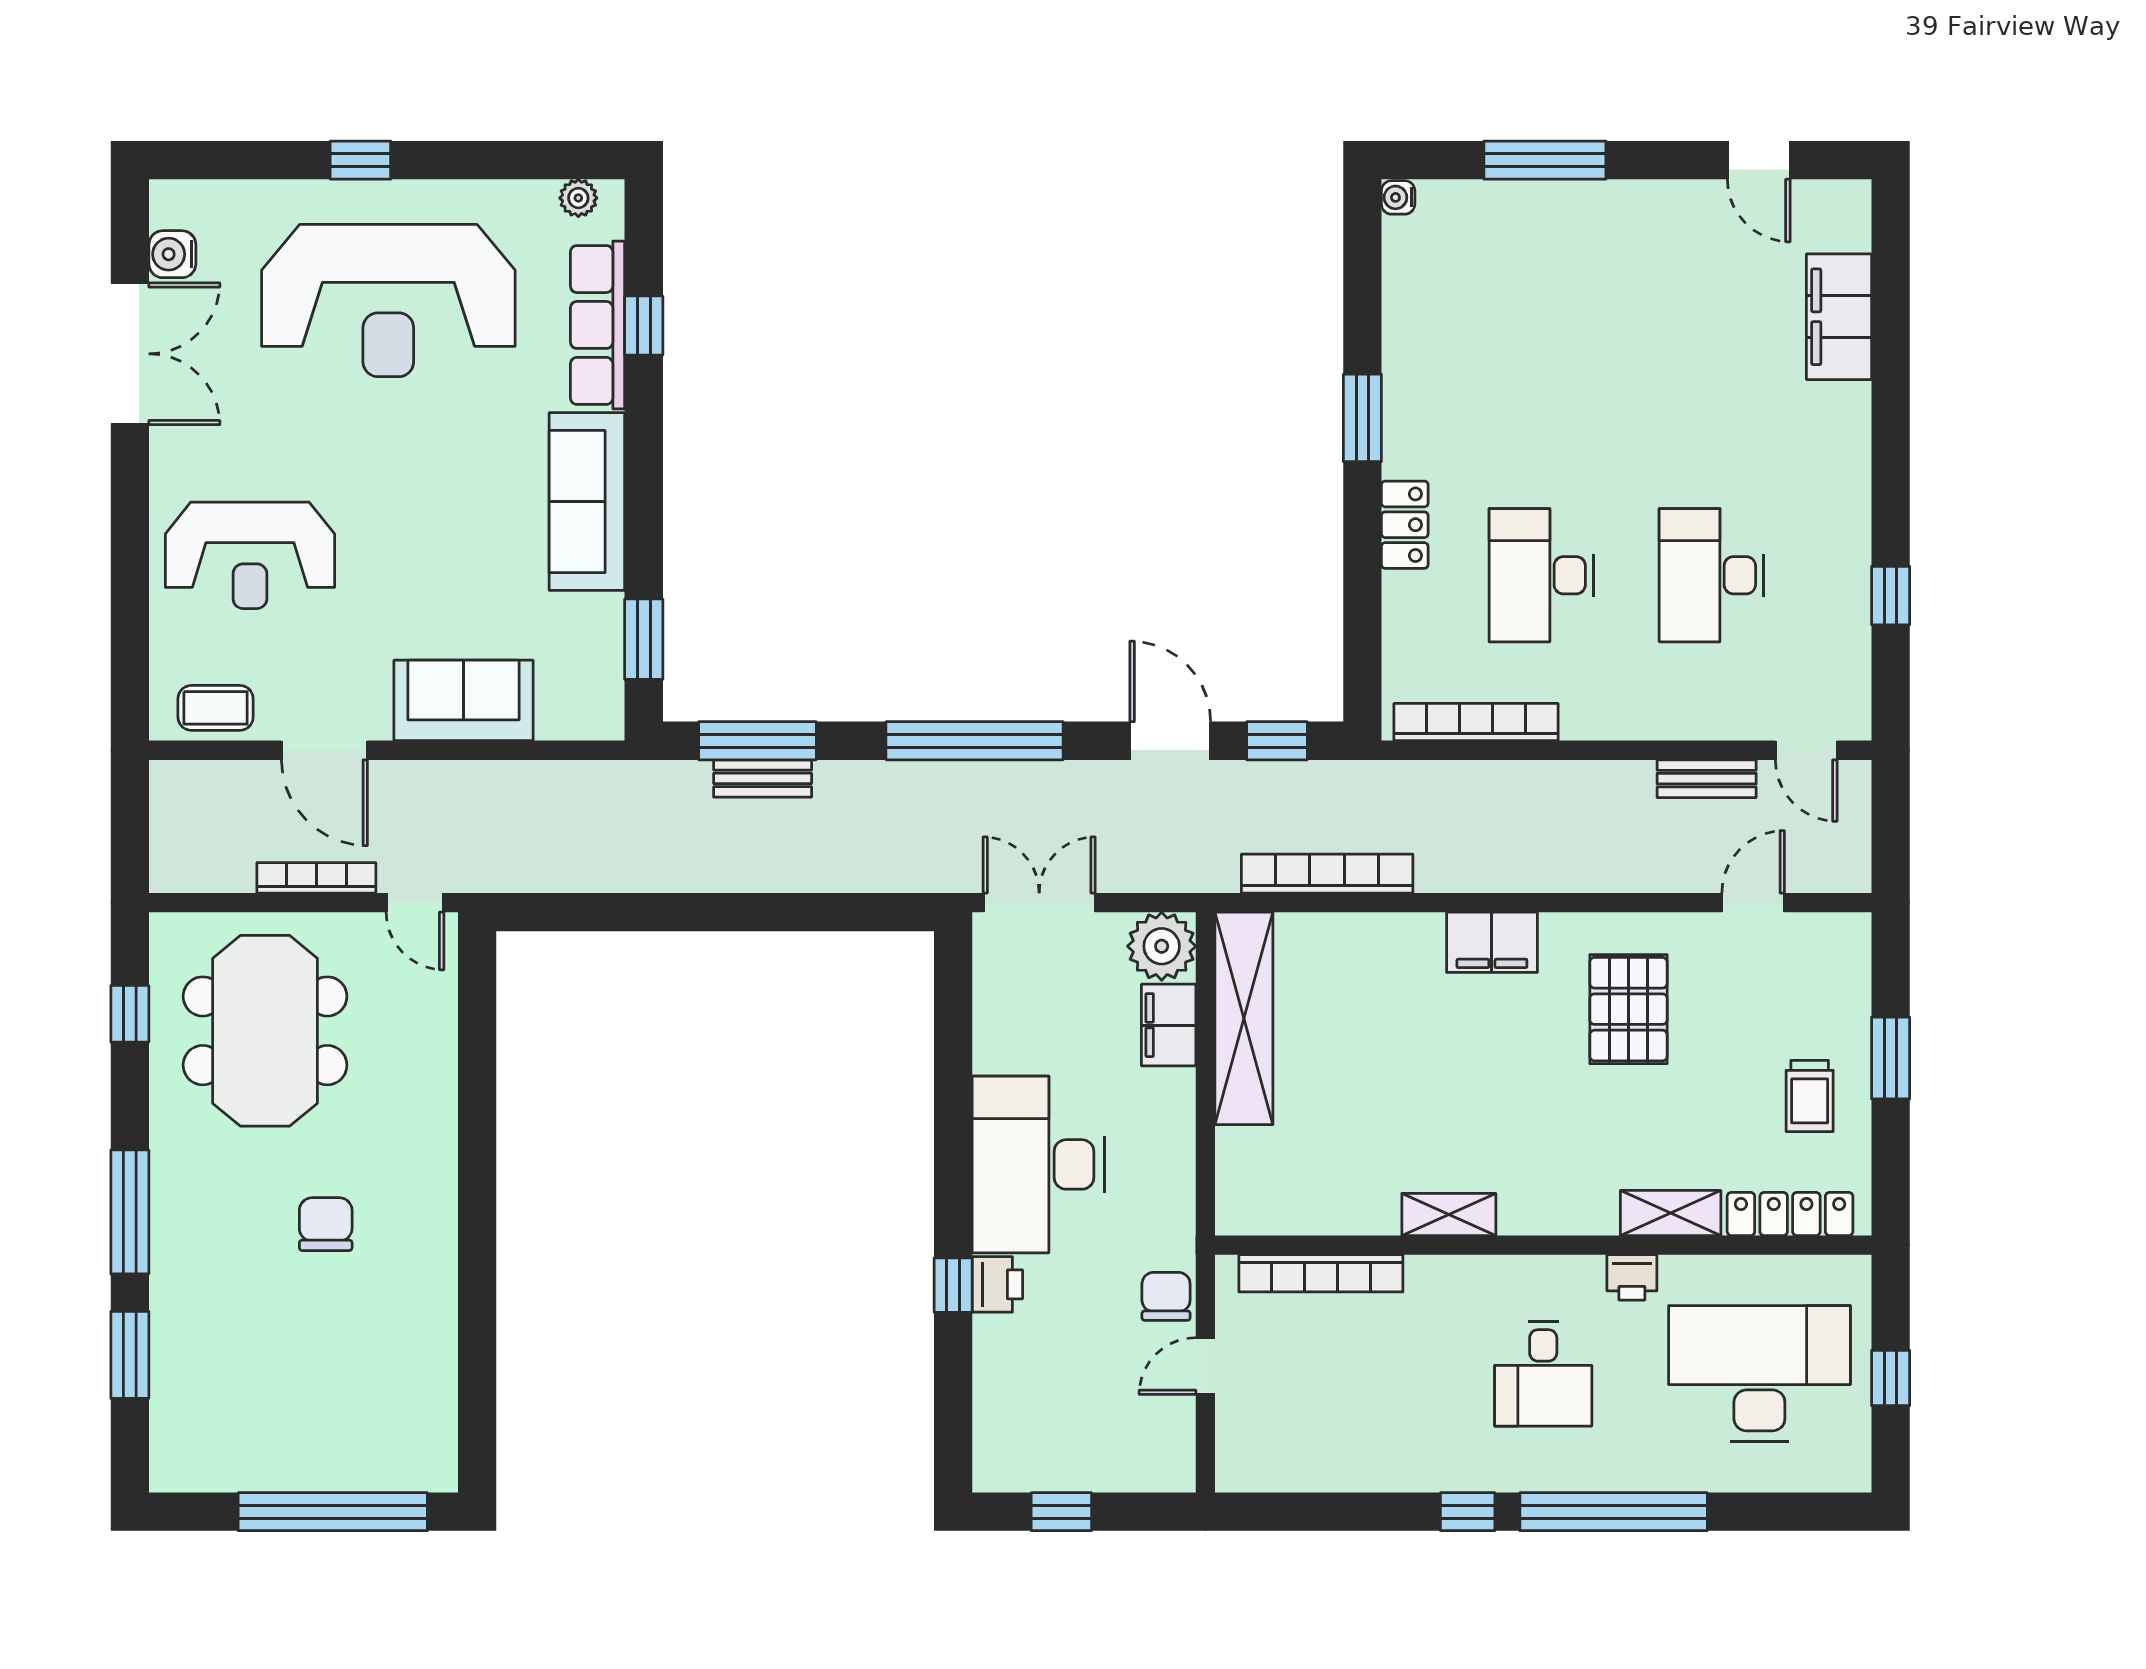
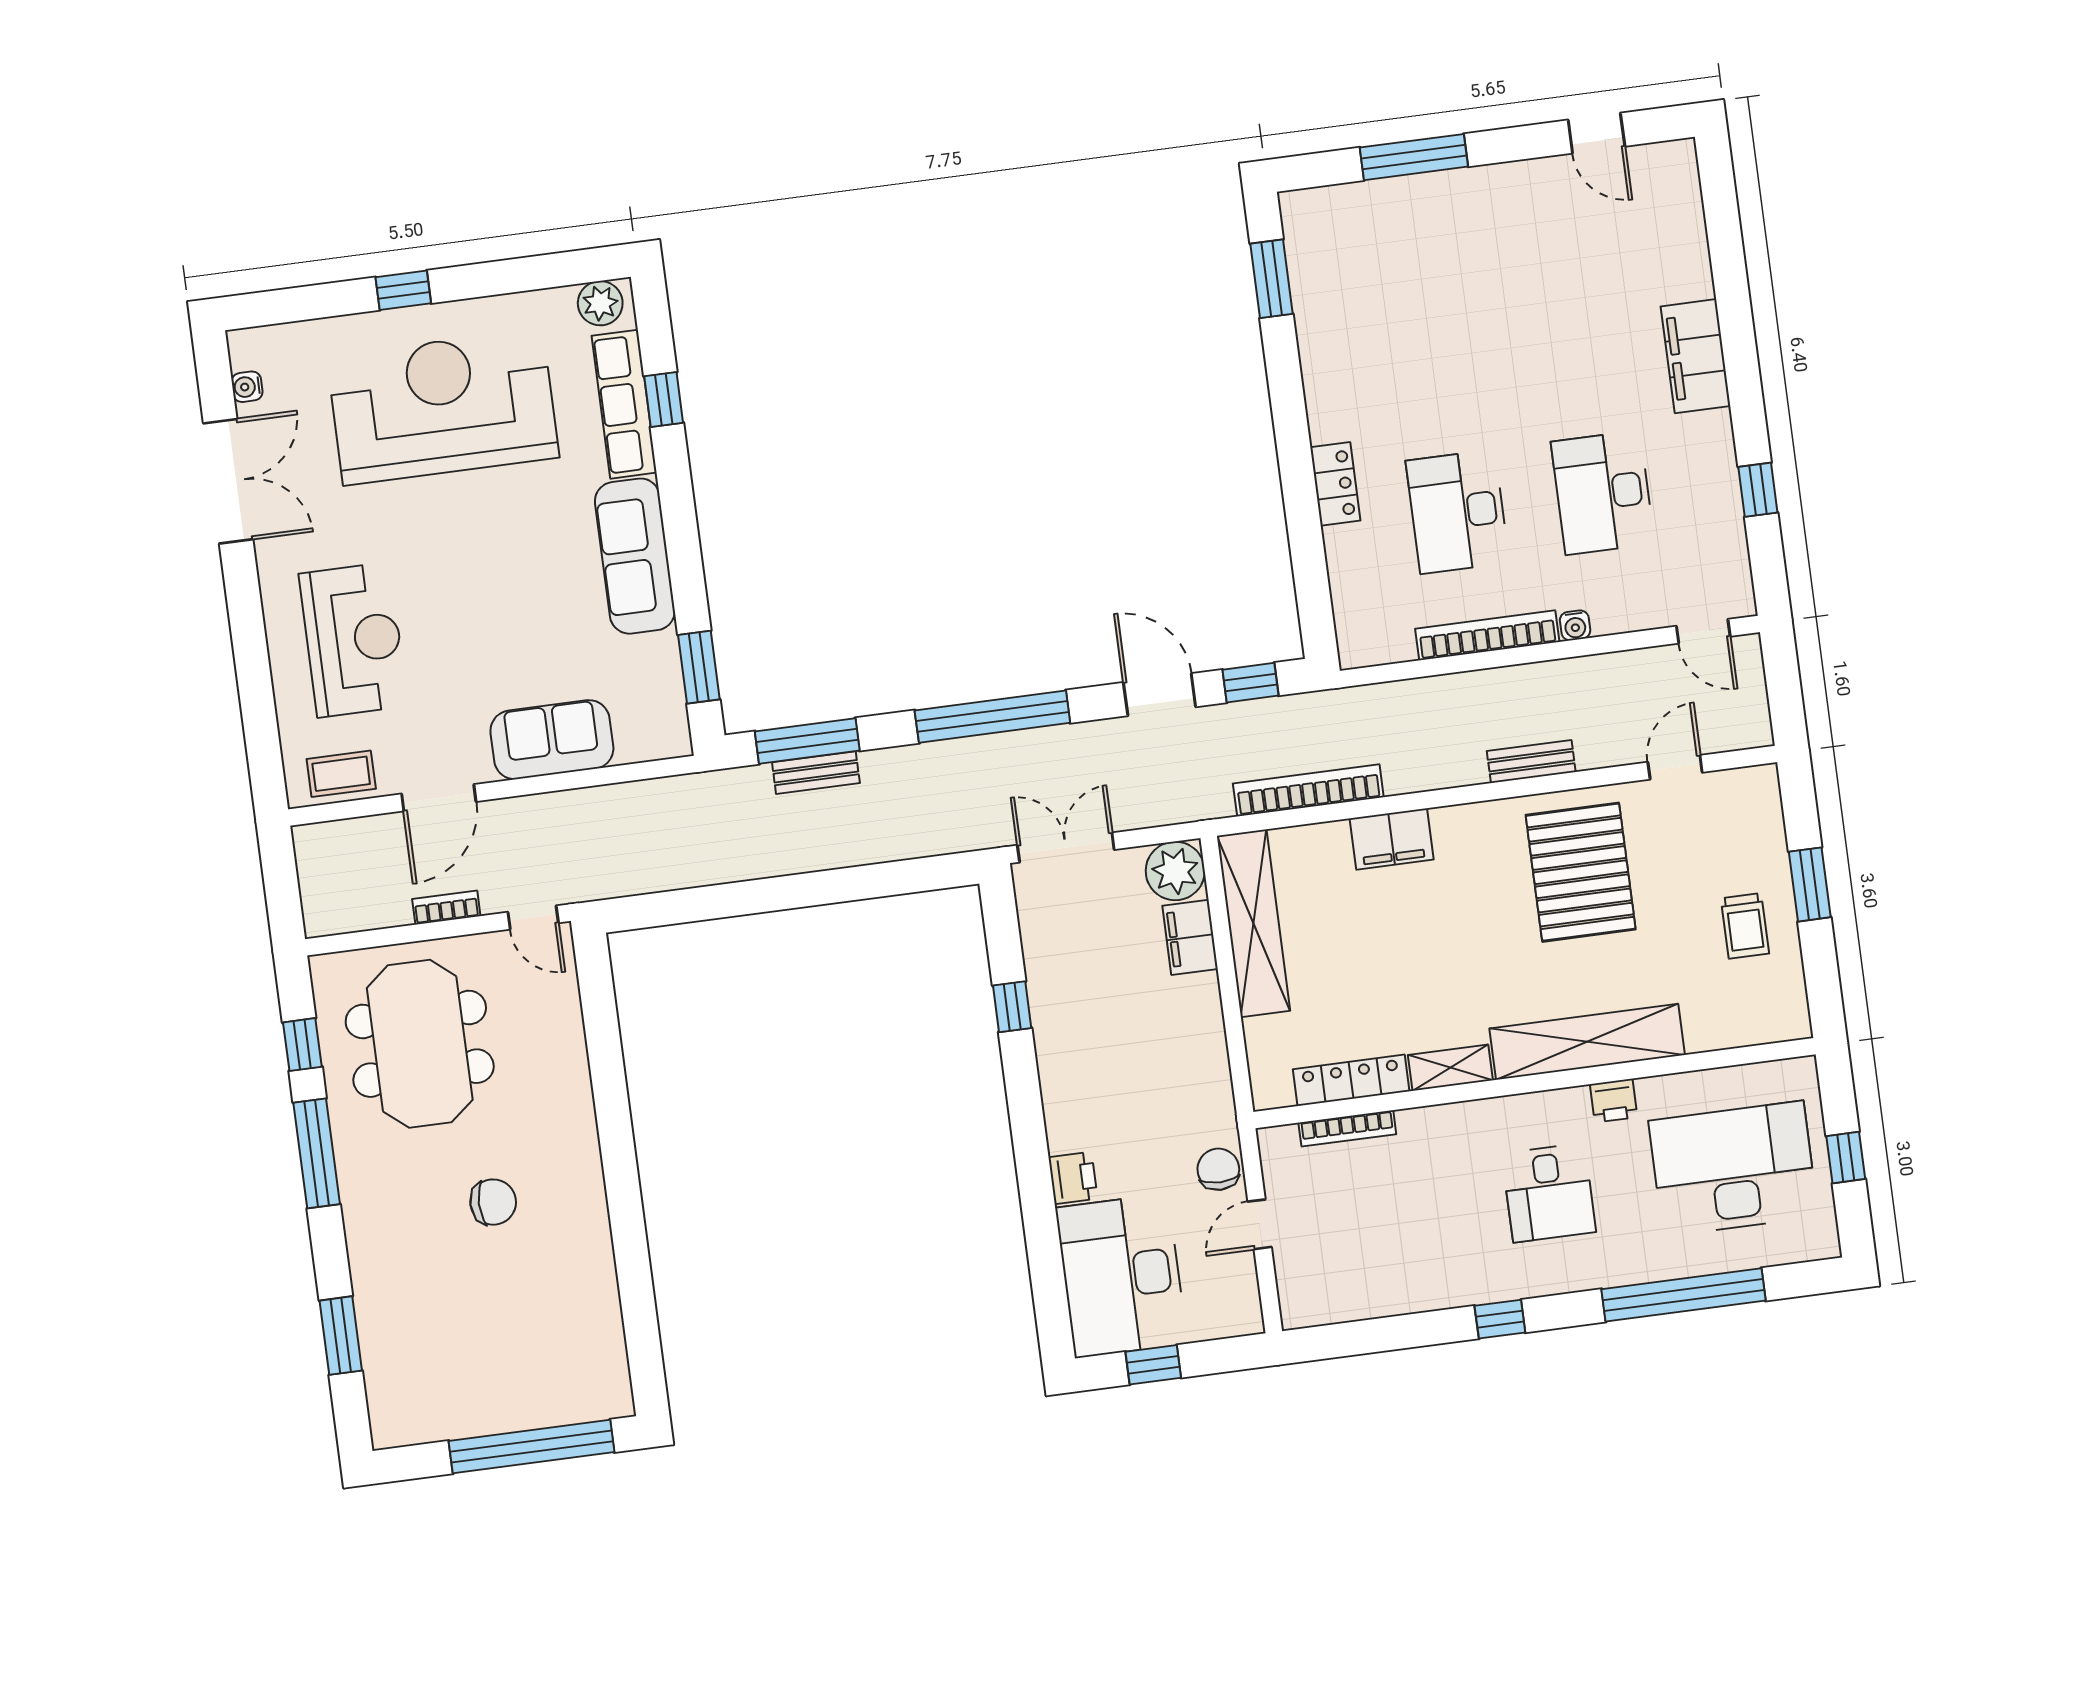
water cooler: (1398, 197) -> (1575, 625), moved, turned -90
plant: (578, 198) -> (600, 303), width x1.38, depth x1.38
water cooler: (172, 254) -> (247, 387), width x0.72, depth x0.72
reception desk: (388, 301) -> (443, 407), turned 180
filing cabinet: (1839, 317) -> (1695, 356), moved
window: (1362, 418) -> (1272, 279), moved
reception desk: (250, 555) -> (353, 640), turned -90
bookcase: (1476, 722) -> (1487, 635), moved
door: (324, 750) -> (439, 798), hinge flipped
bench: (1707, 779) -> (1531, 761), moved
bookcase: (316, 878) -> (446, 908), width x0.64
filing cabinet: (1492, 942) -> (1392, 839), moved
pallet: (1628, 1009) -> (1581, 872), width x1.37, depth x1.41
desk: (1038, 1164) -> (1121, 1276), moved
window: (130, 1212) -> (317, 1153), moved
shelving: (1671, 1213) -> (1587, 1042), width x2.20, depth x1.33
locker: (1790, 1214) -> (1351, 1080), moved
chair: (326, 1224) -> (493, 1202), turned 90
bookcase: (1321, 1273) -> (1347, 1128), width x0.68, depth x0.76
window: (953, 1285) -> (1012, 1007), moved
window: (1614, 1512) -> (1683, 1295), moved

